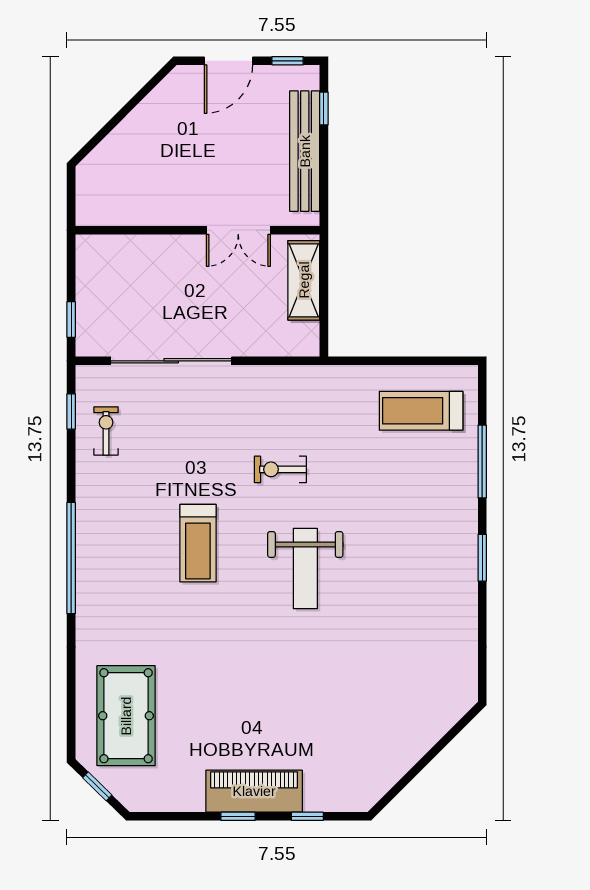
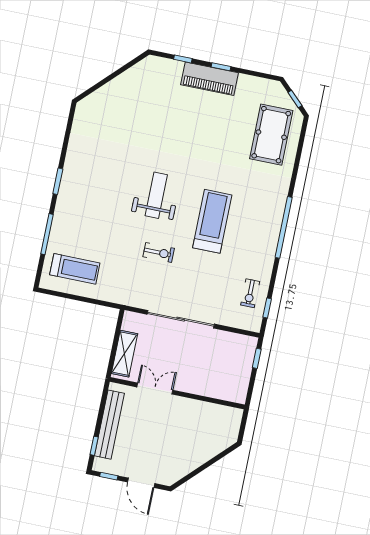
door: (229, 61) -> (141, 483), swing flipped
sliding door: (171, 361) -> (181, 319), moved
treadmill: (198, 543) -> (212, 221), width x1.37, depth x1.38

